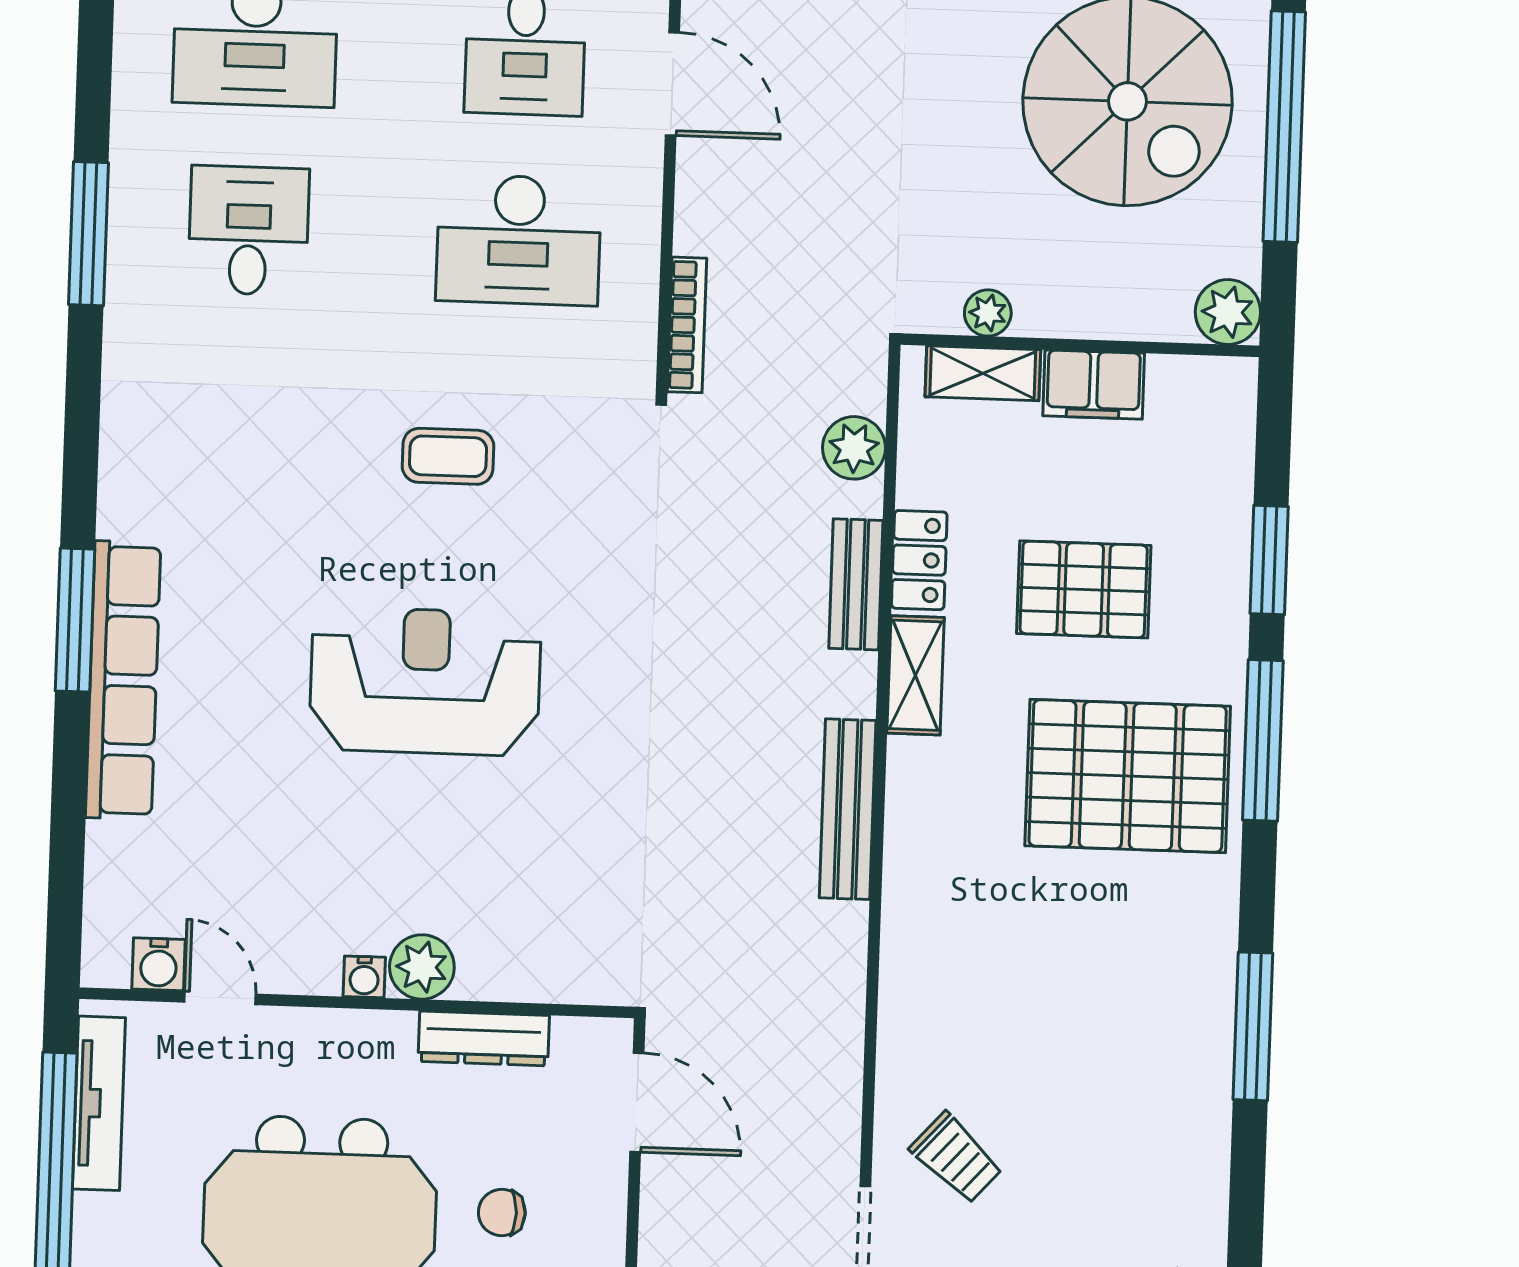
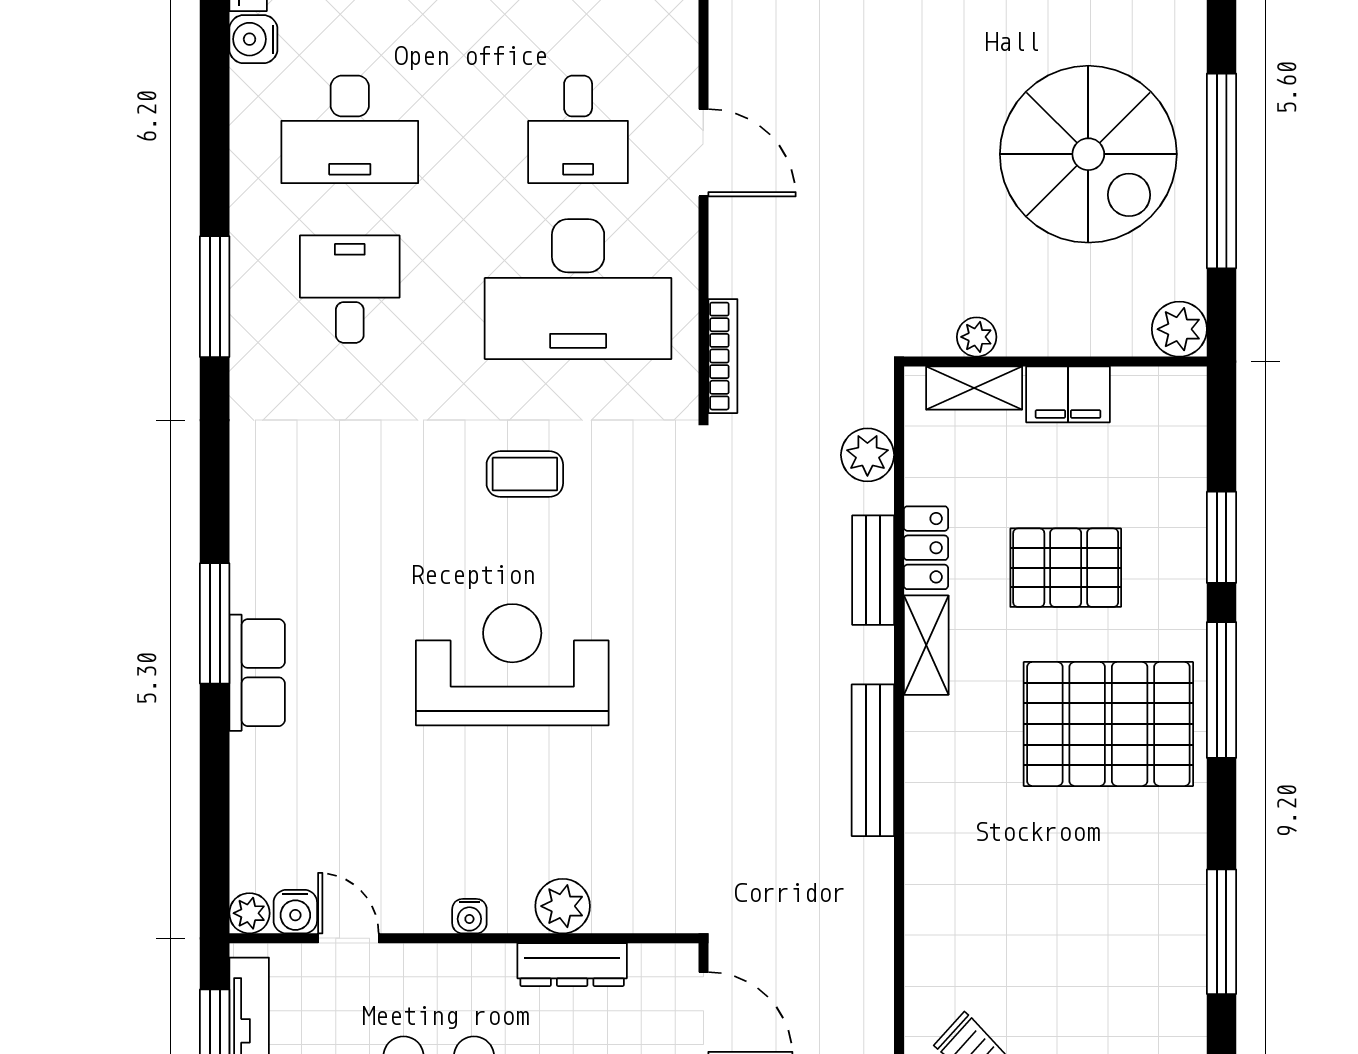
desk: (519, 240) -> (578, 289), width x1.36, depth x1.30
row of seats: (123, 680) -> (257, 673), width x0.50
plant: (104, 964) -> (249, 913), added
plant: (422, 967) -> (563, 906), moved

